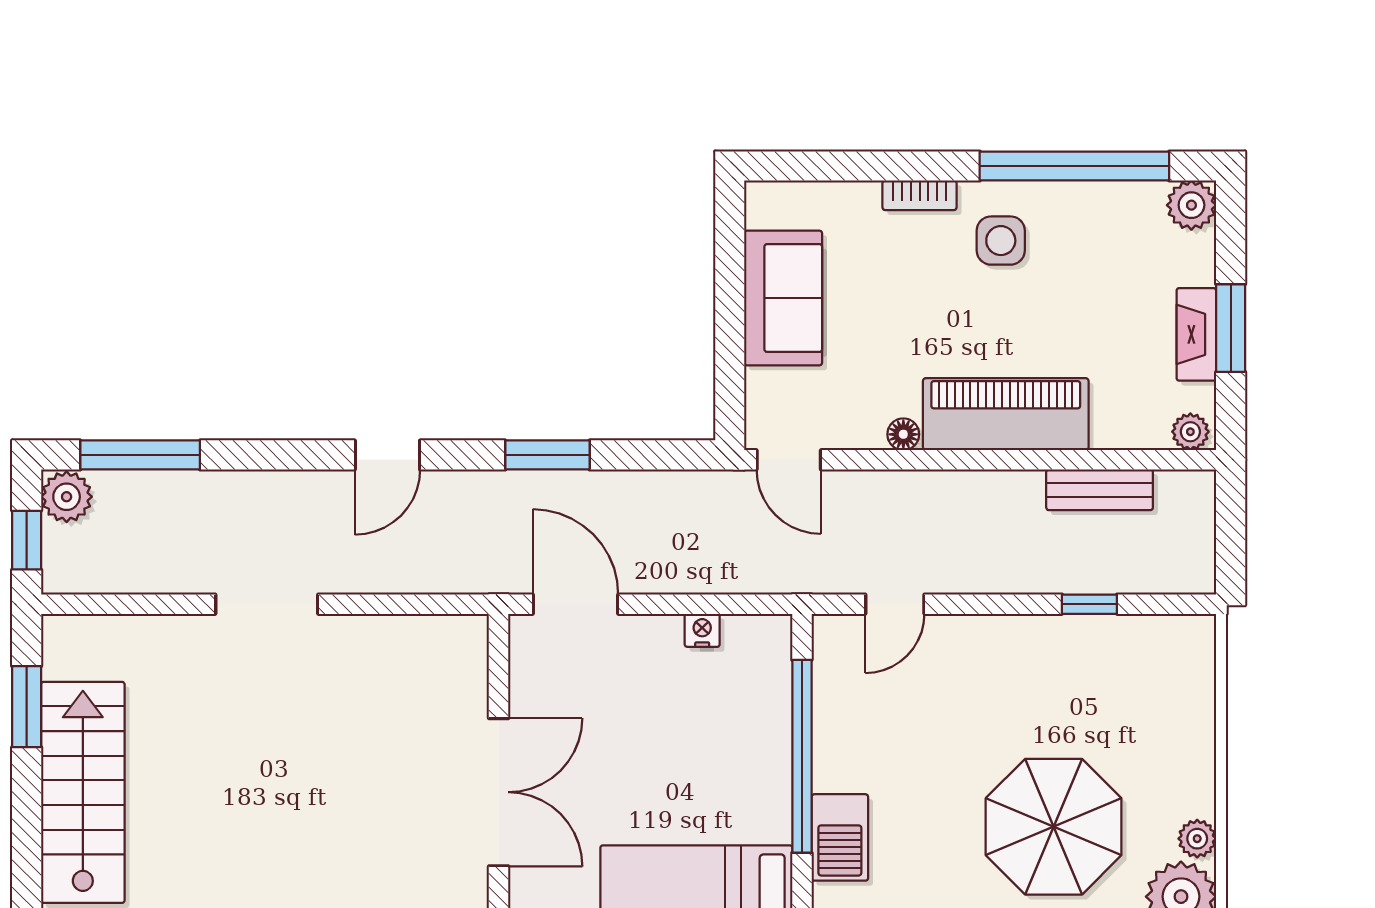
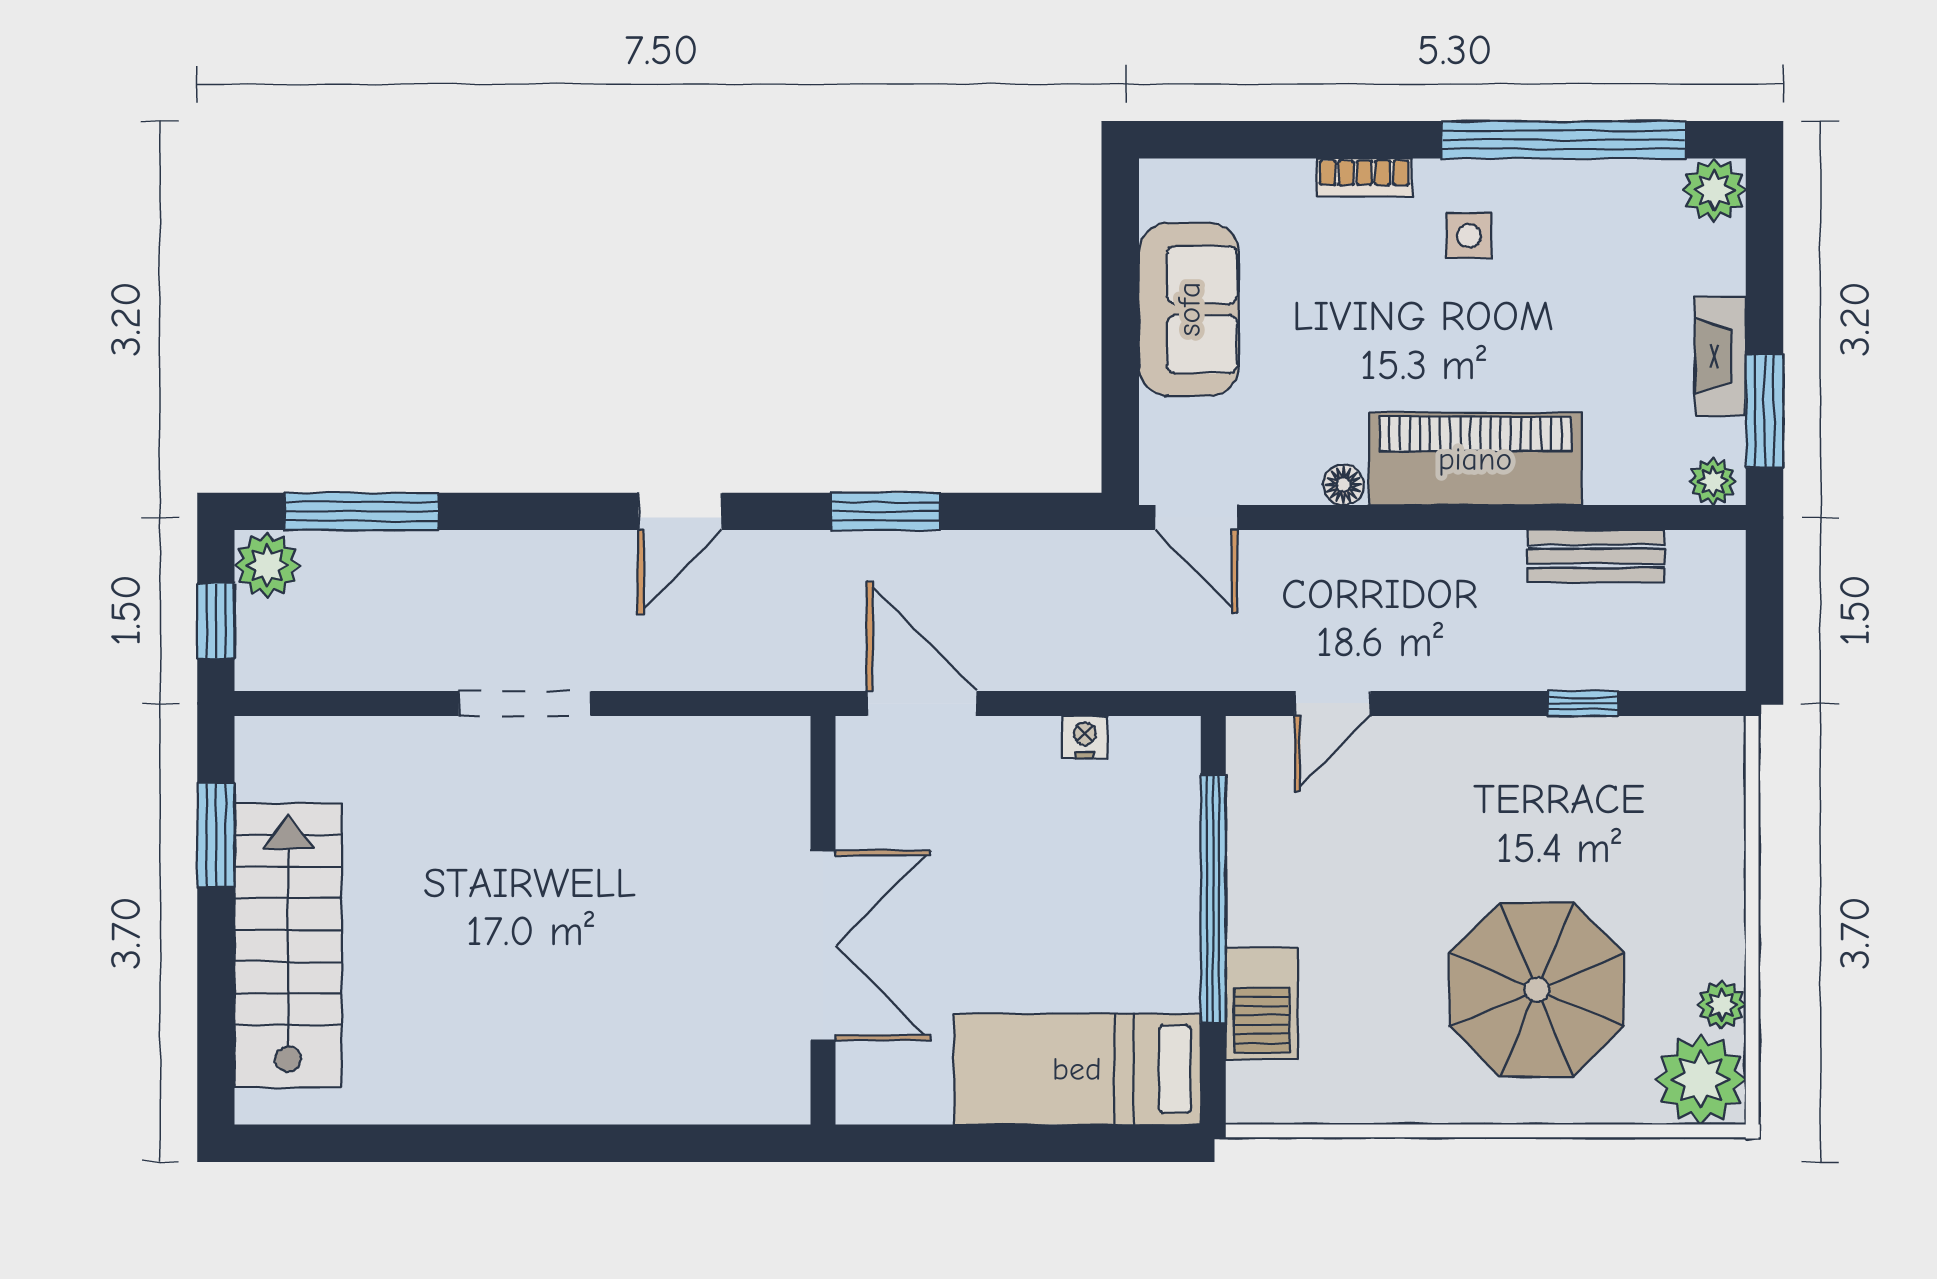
side table: (1001, 241) -> (1469, 236), width x0.73, depth x0.73
window: (1231, 328) -> (1765, 411), moved

